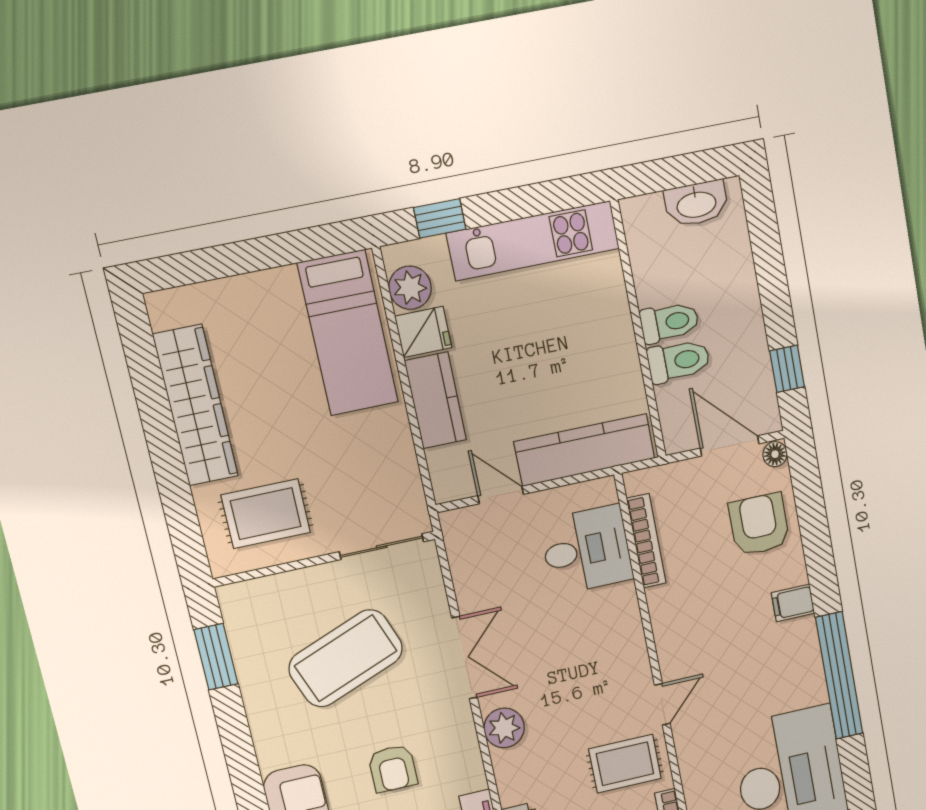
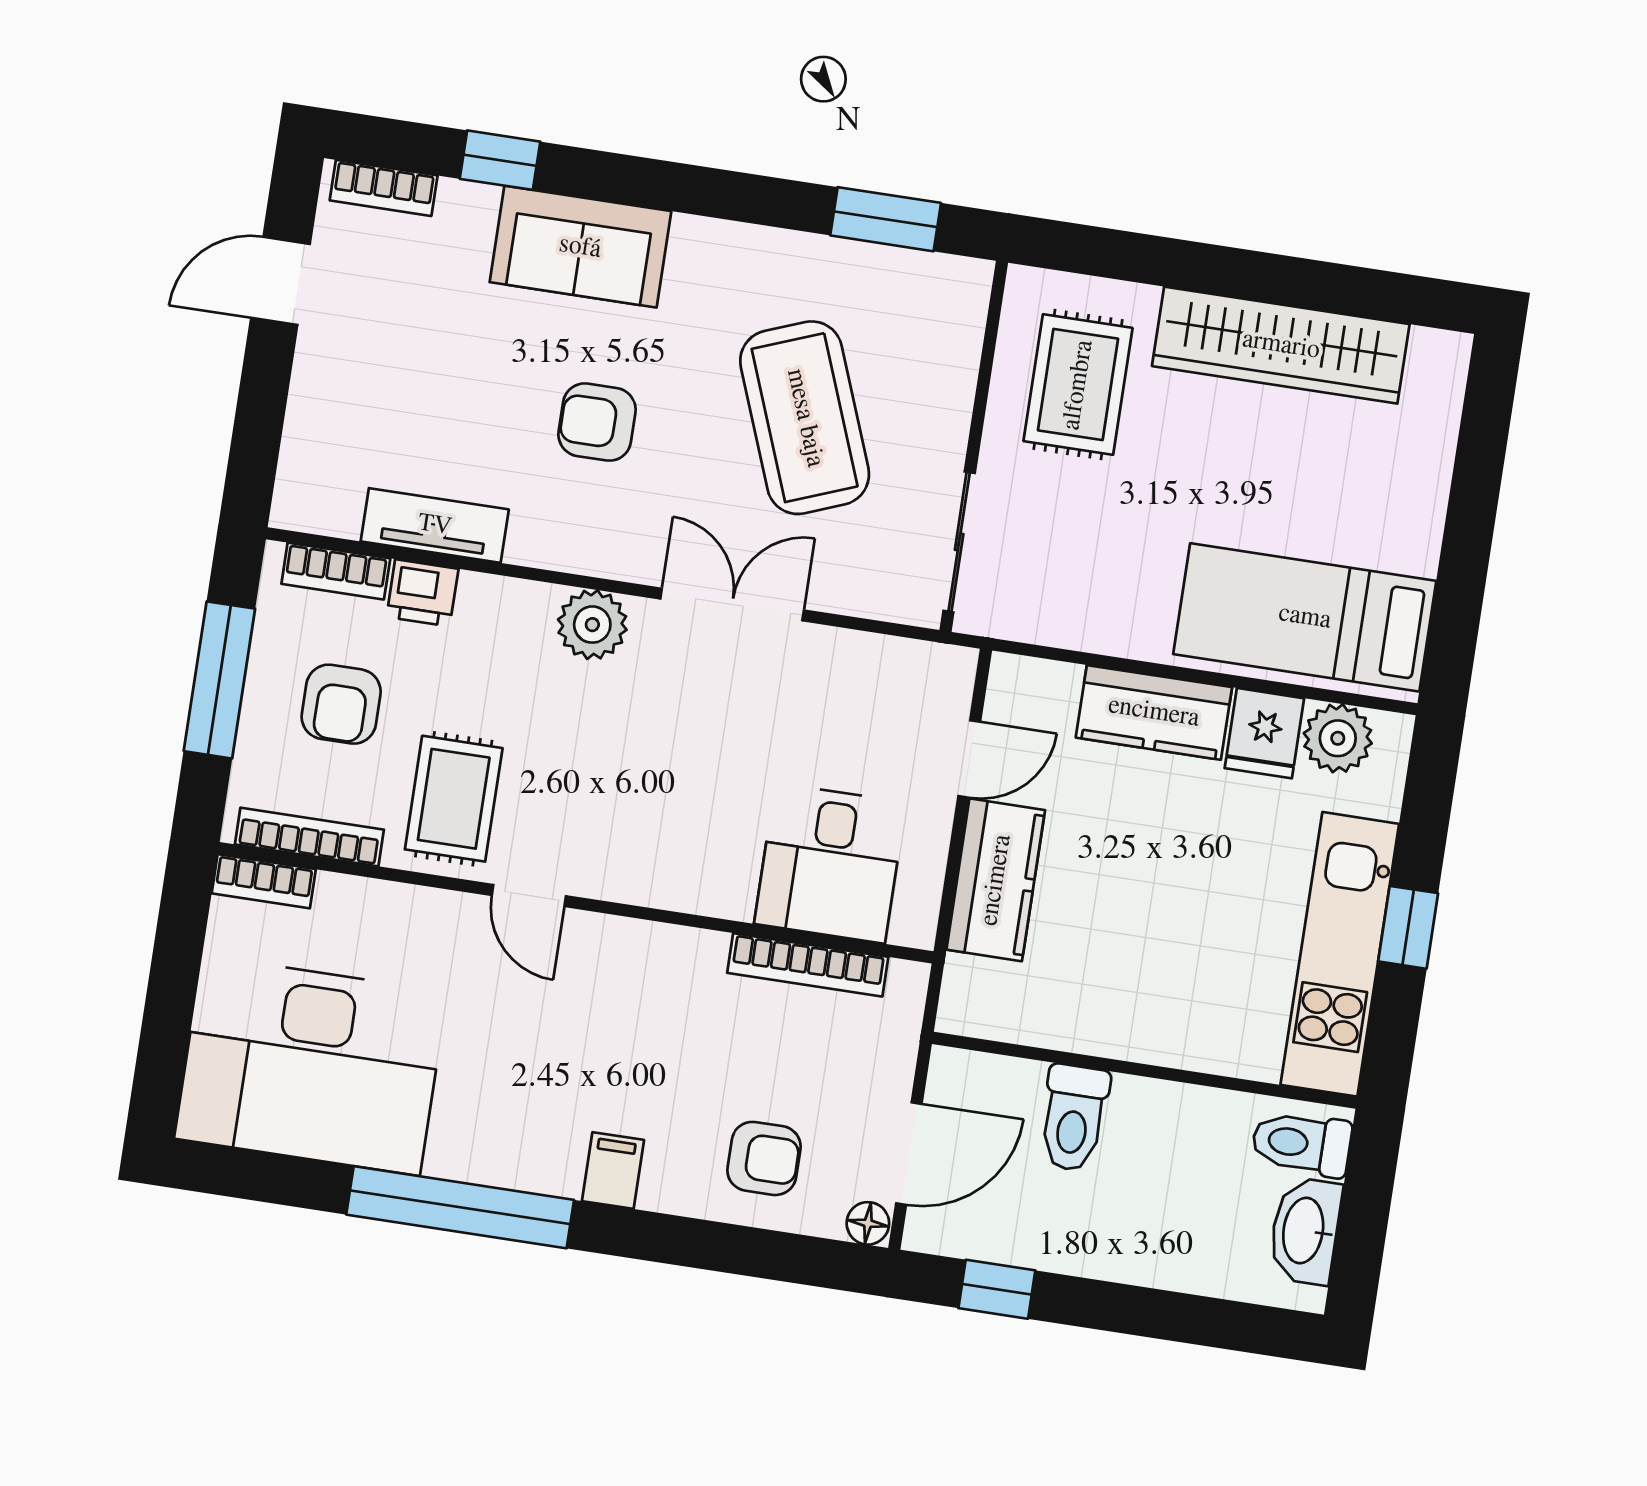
window: (440, 218) -> (1408, 927), moved
toilet: (669, 322) -> (1301, 1144), moved, turned 90
kitchen counter: (585, 450) -> (996, 880), width x0.67
armchair: (759, 524) -> (764, 1158), width x0.72, depth x0.72
double door: (465, 658) -> (732, 605), swing flipped

